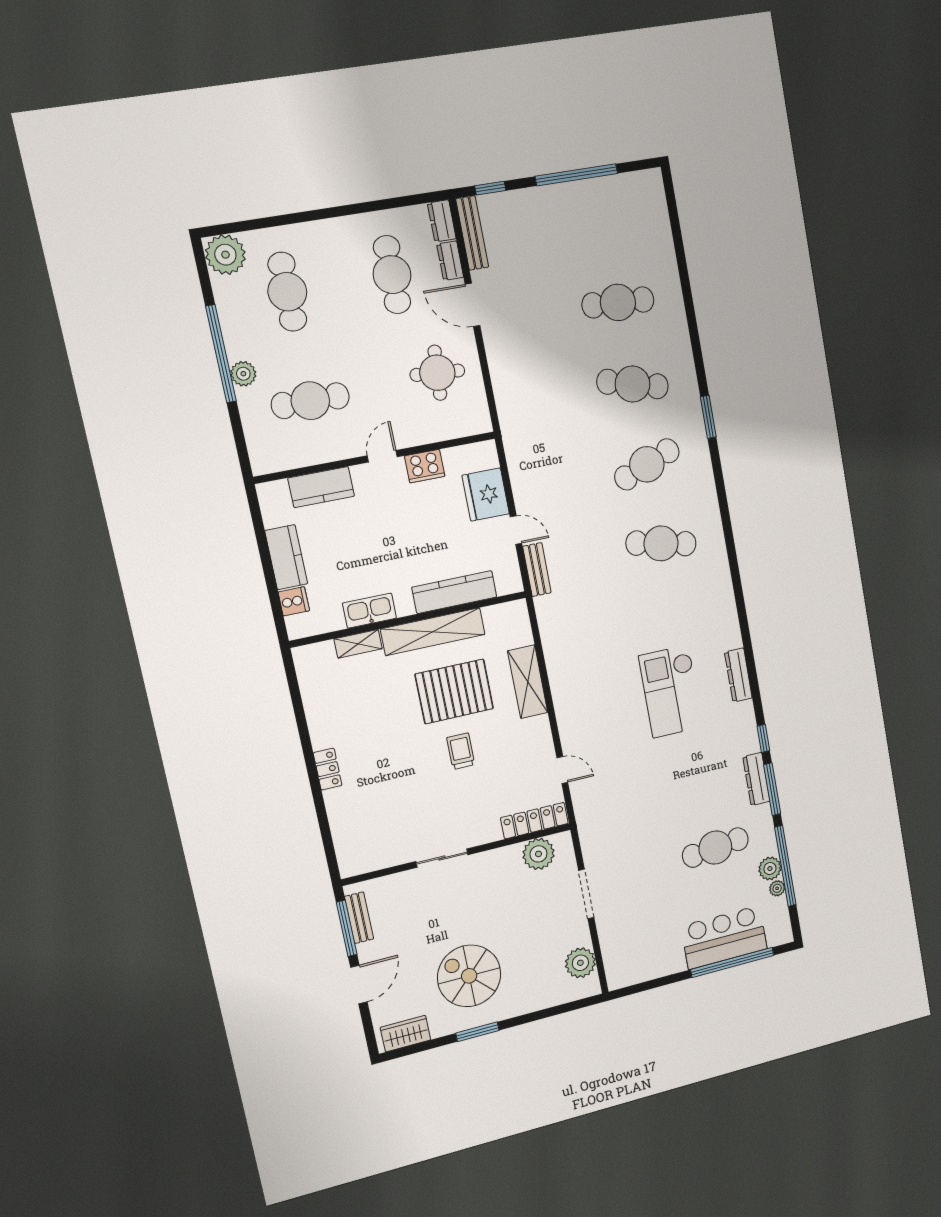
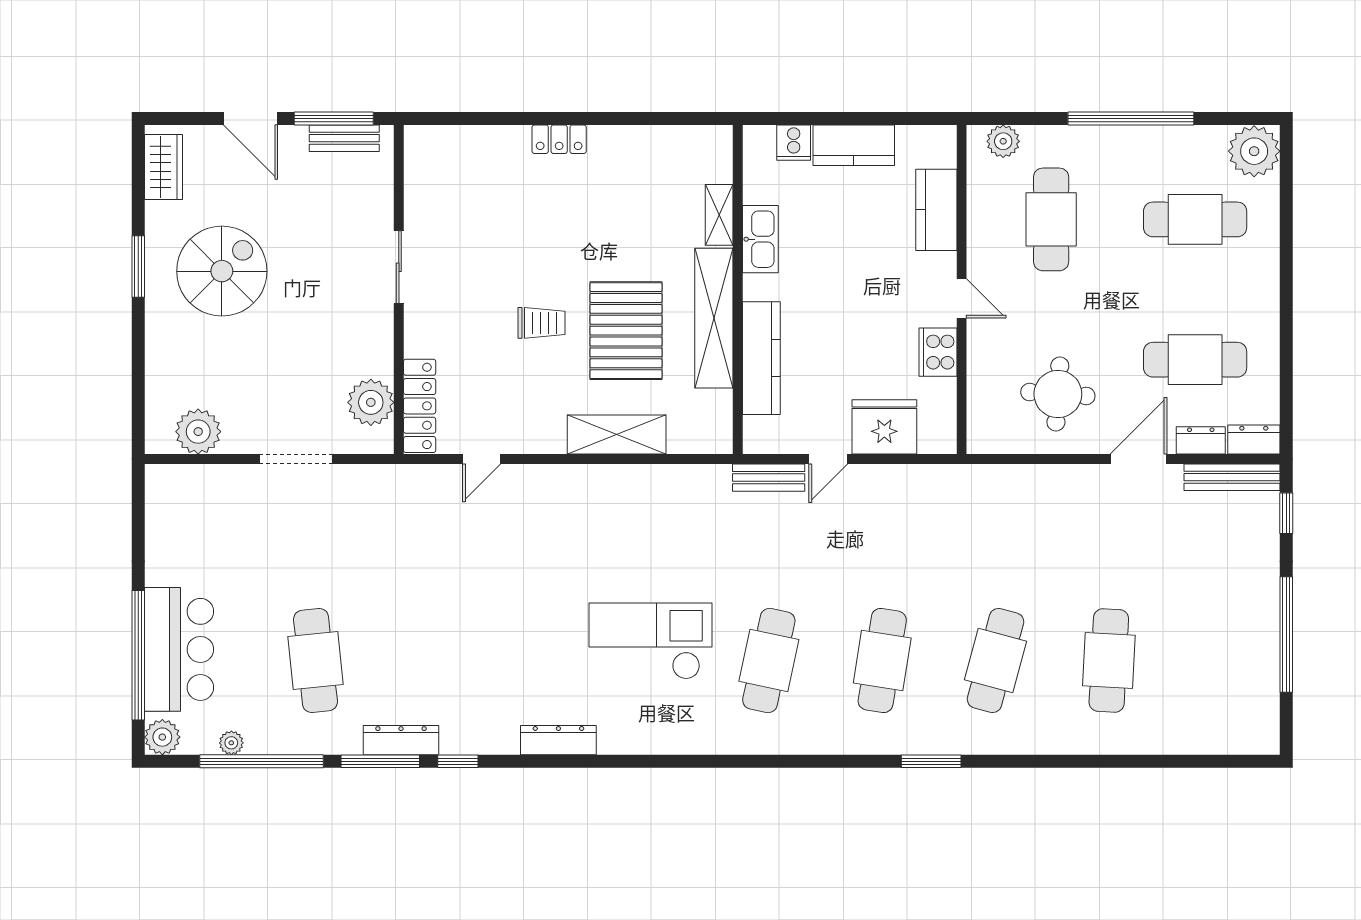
plant: (243, 374) -> (1003, 141), moved
cafe table: (647, 464) -> (882, 660), turned 30
checkout: (671, 691) -> (650, 641), moved
plant: (770, 869) -> (162, 737), moved

